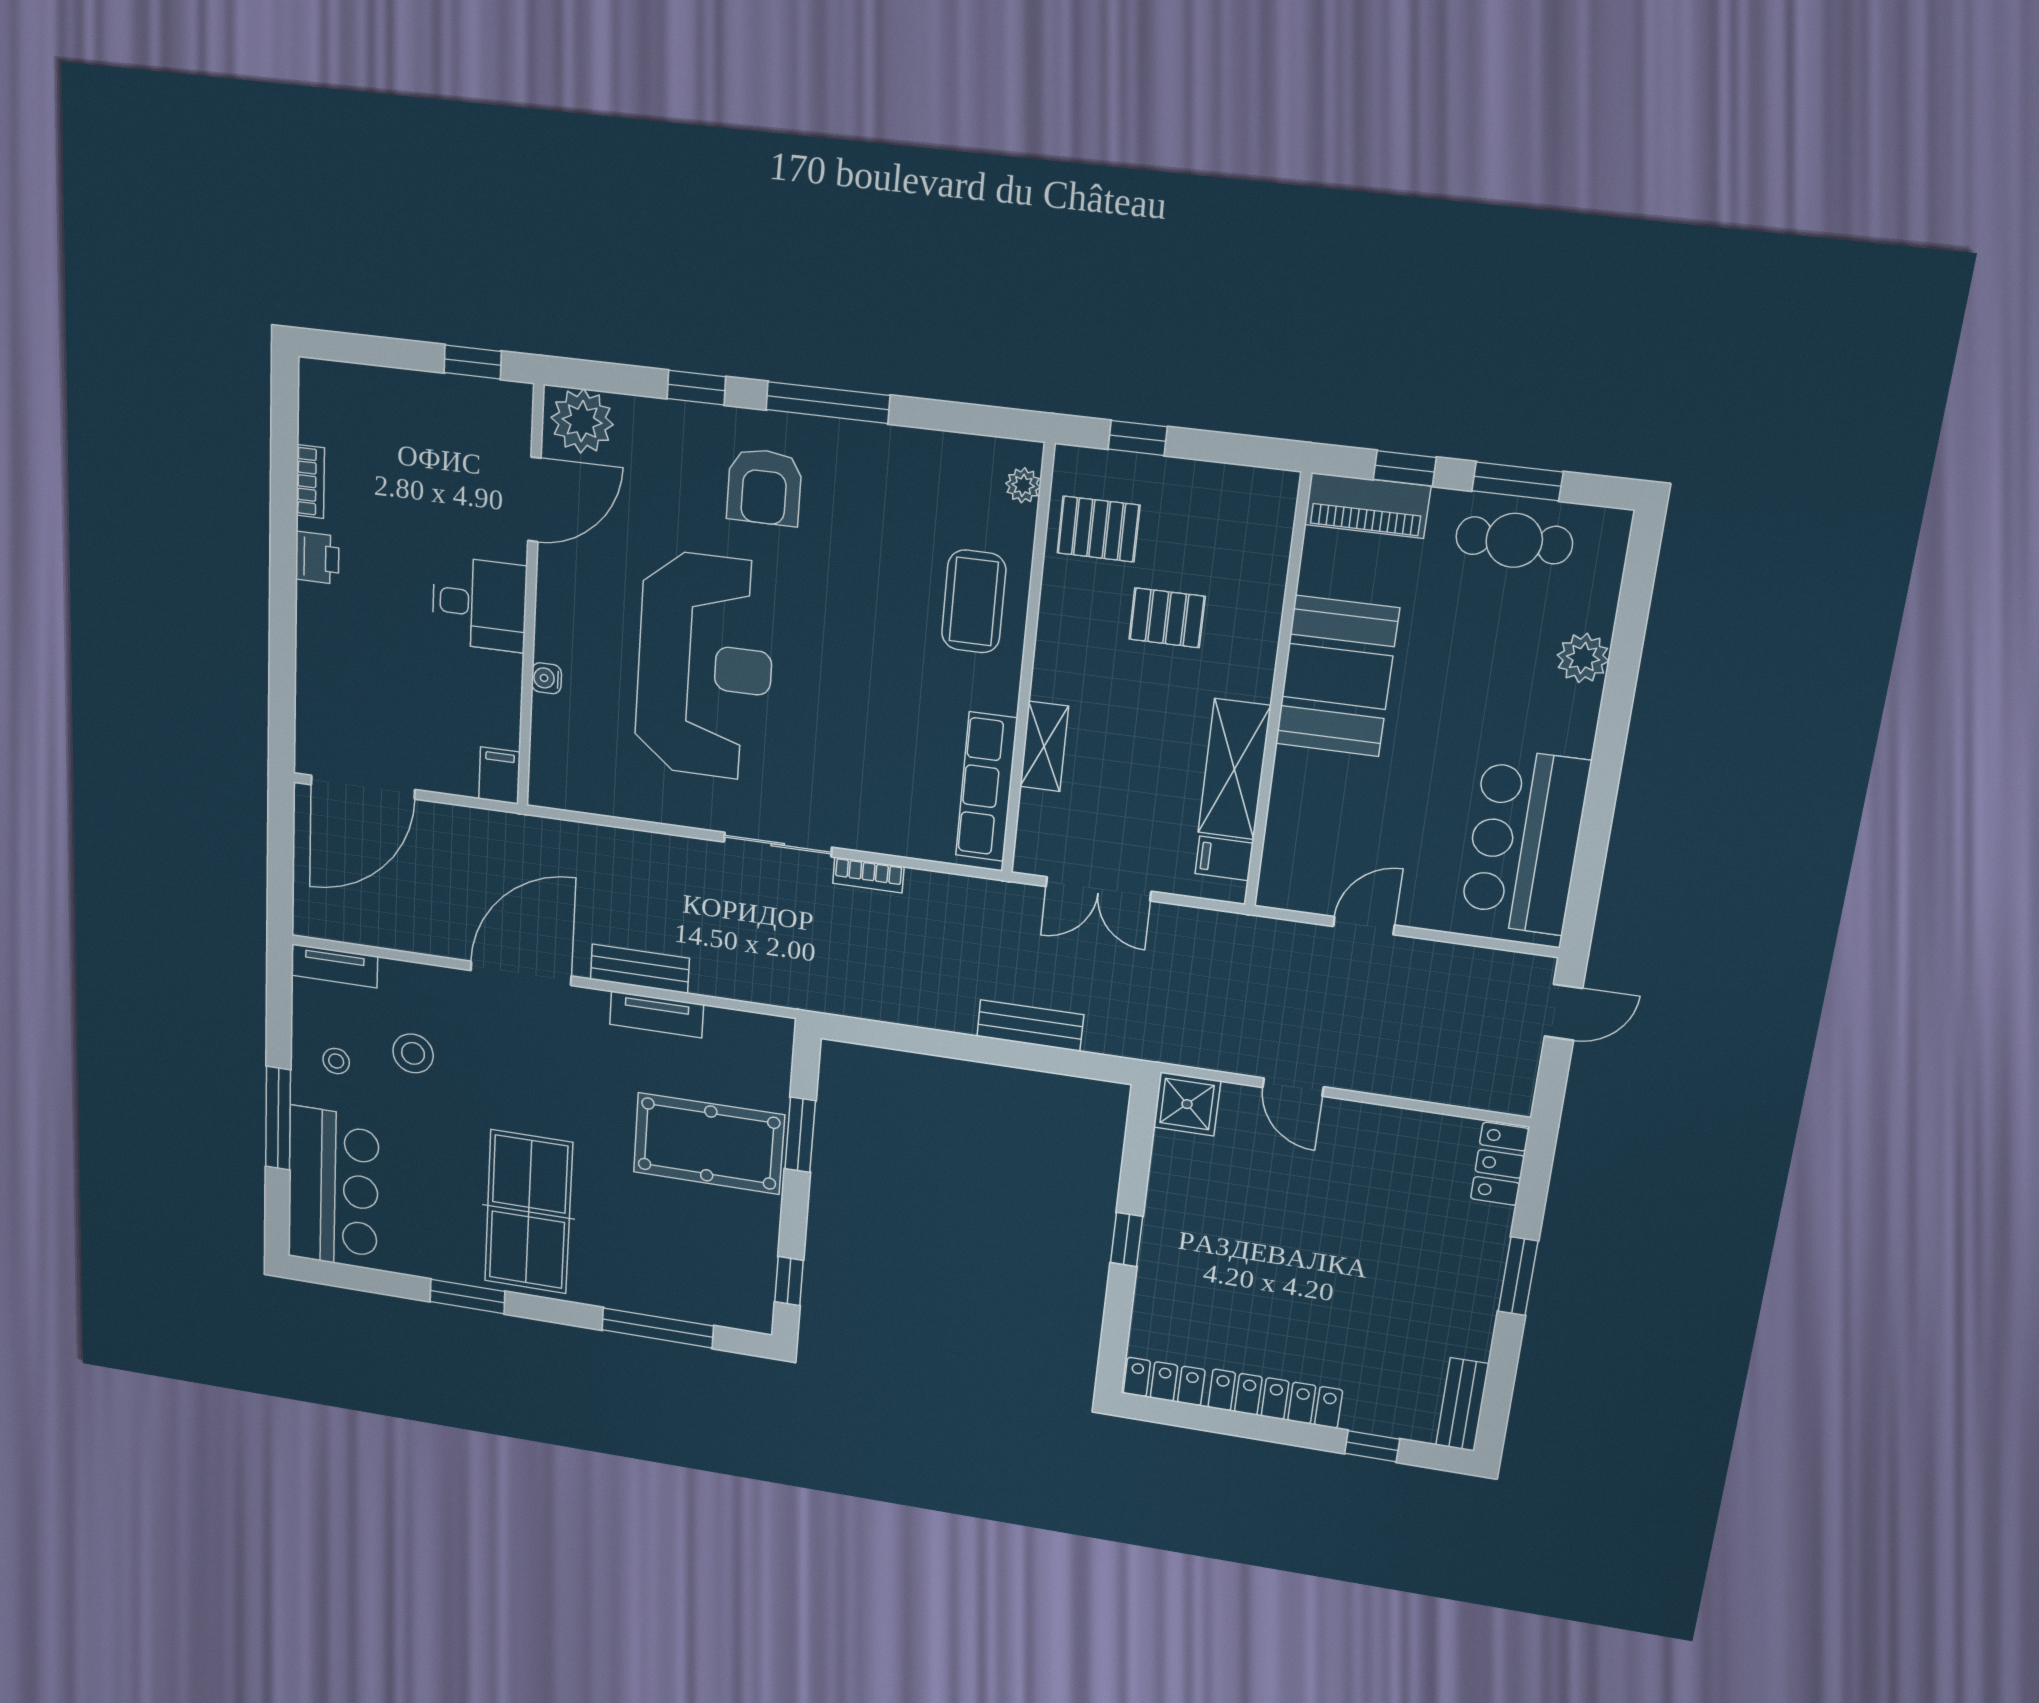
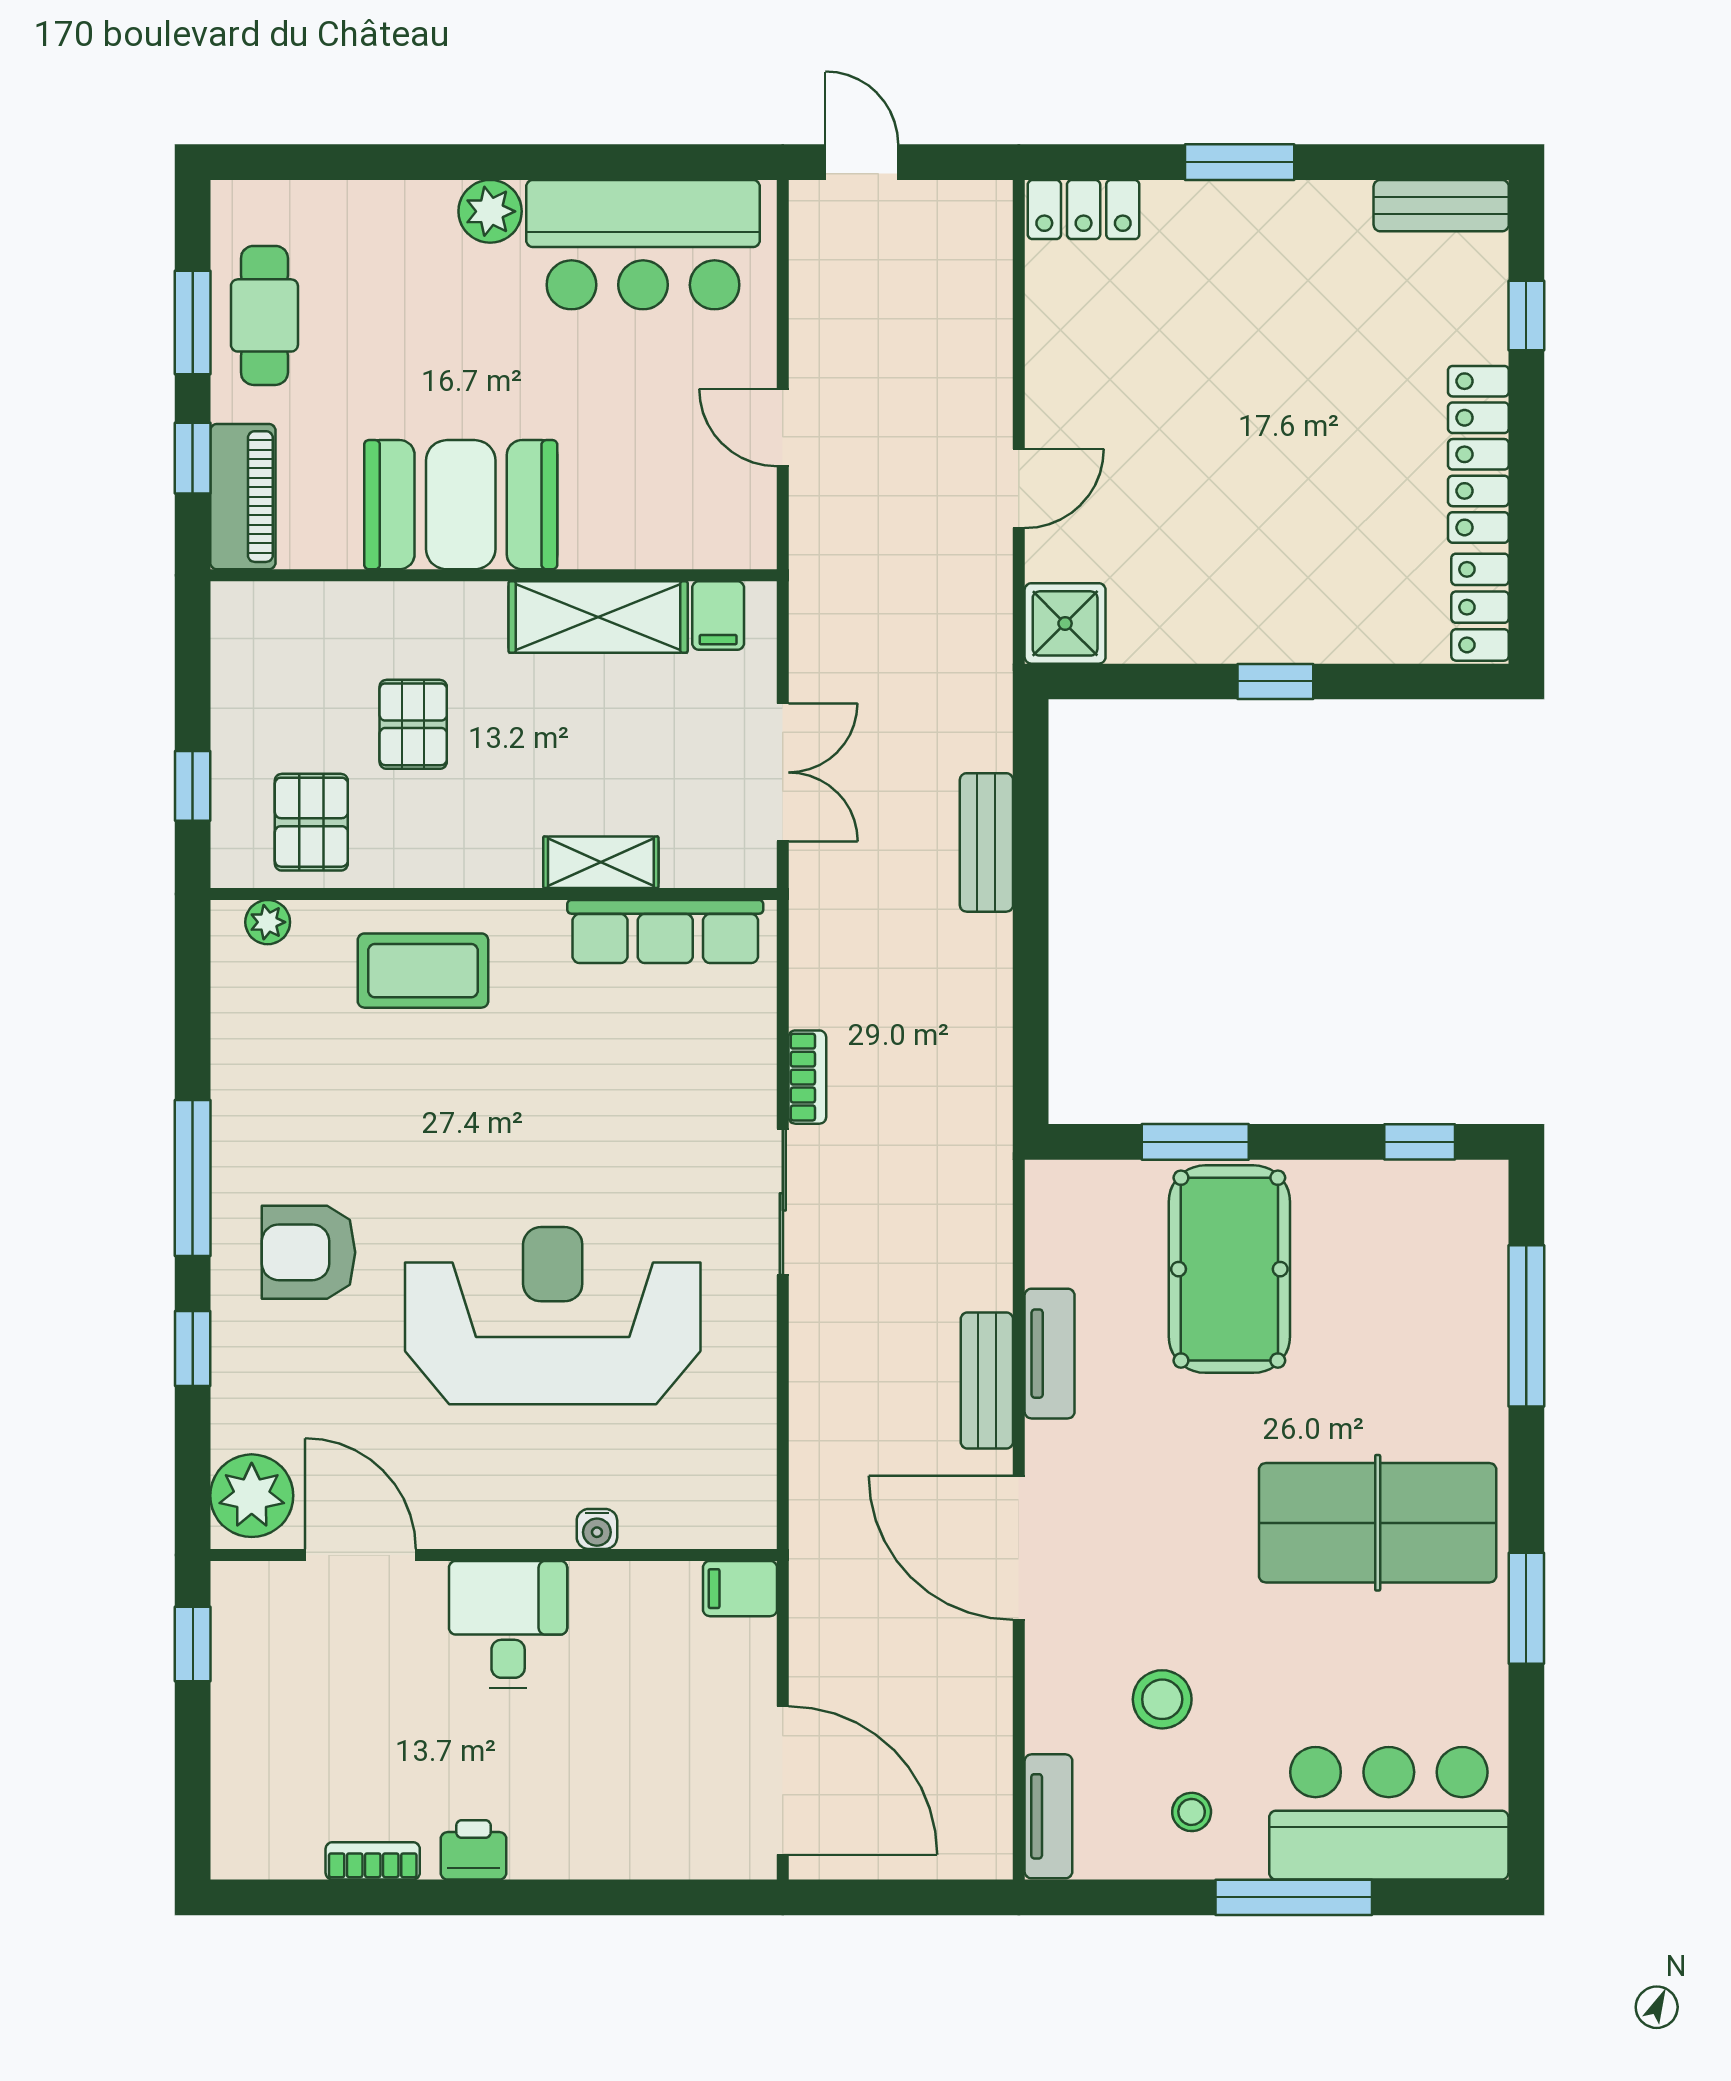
armchair: (764, 487) -> (309, 1252), turned 180
plant: (1583, 658) -> (490, 211), moved

